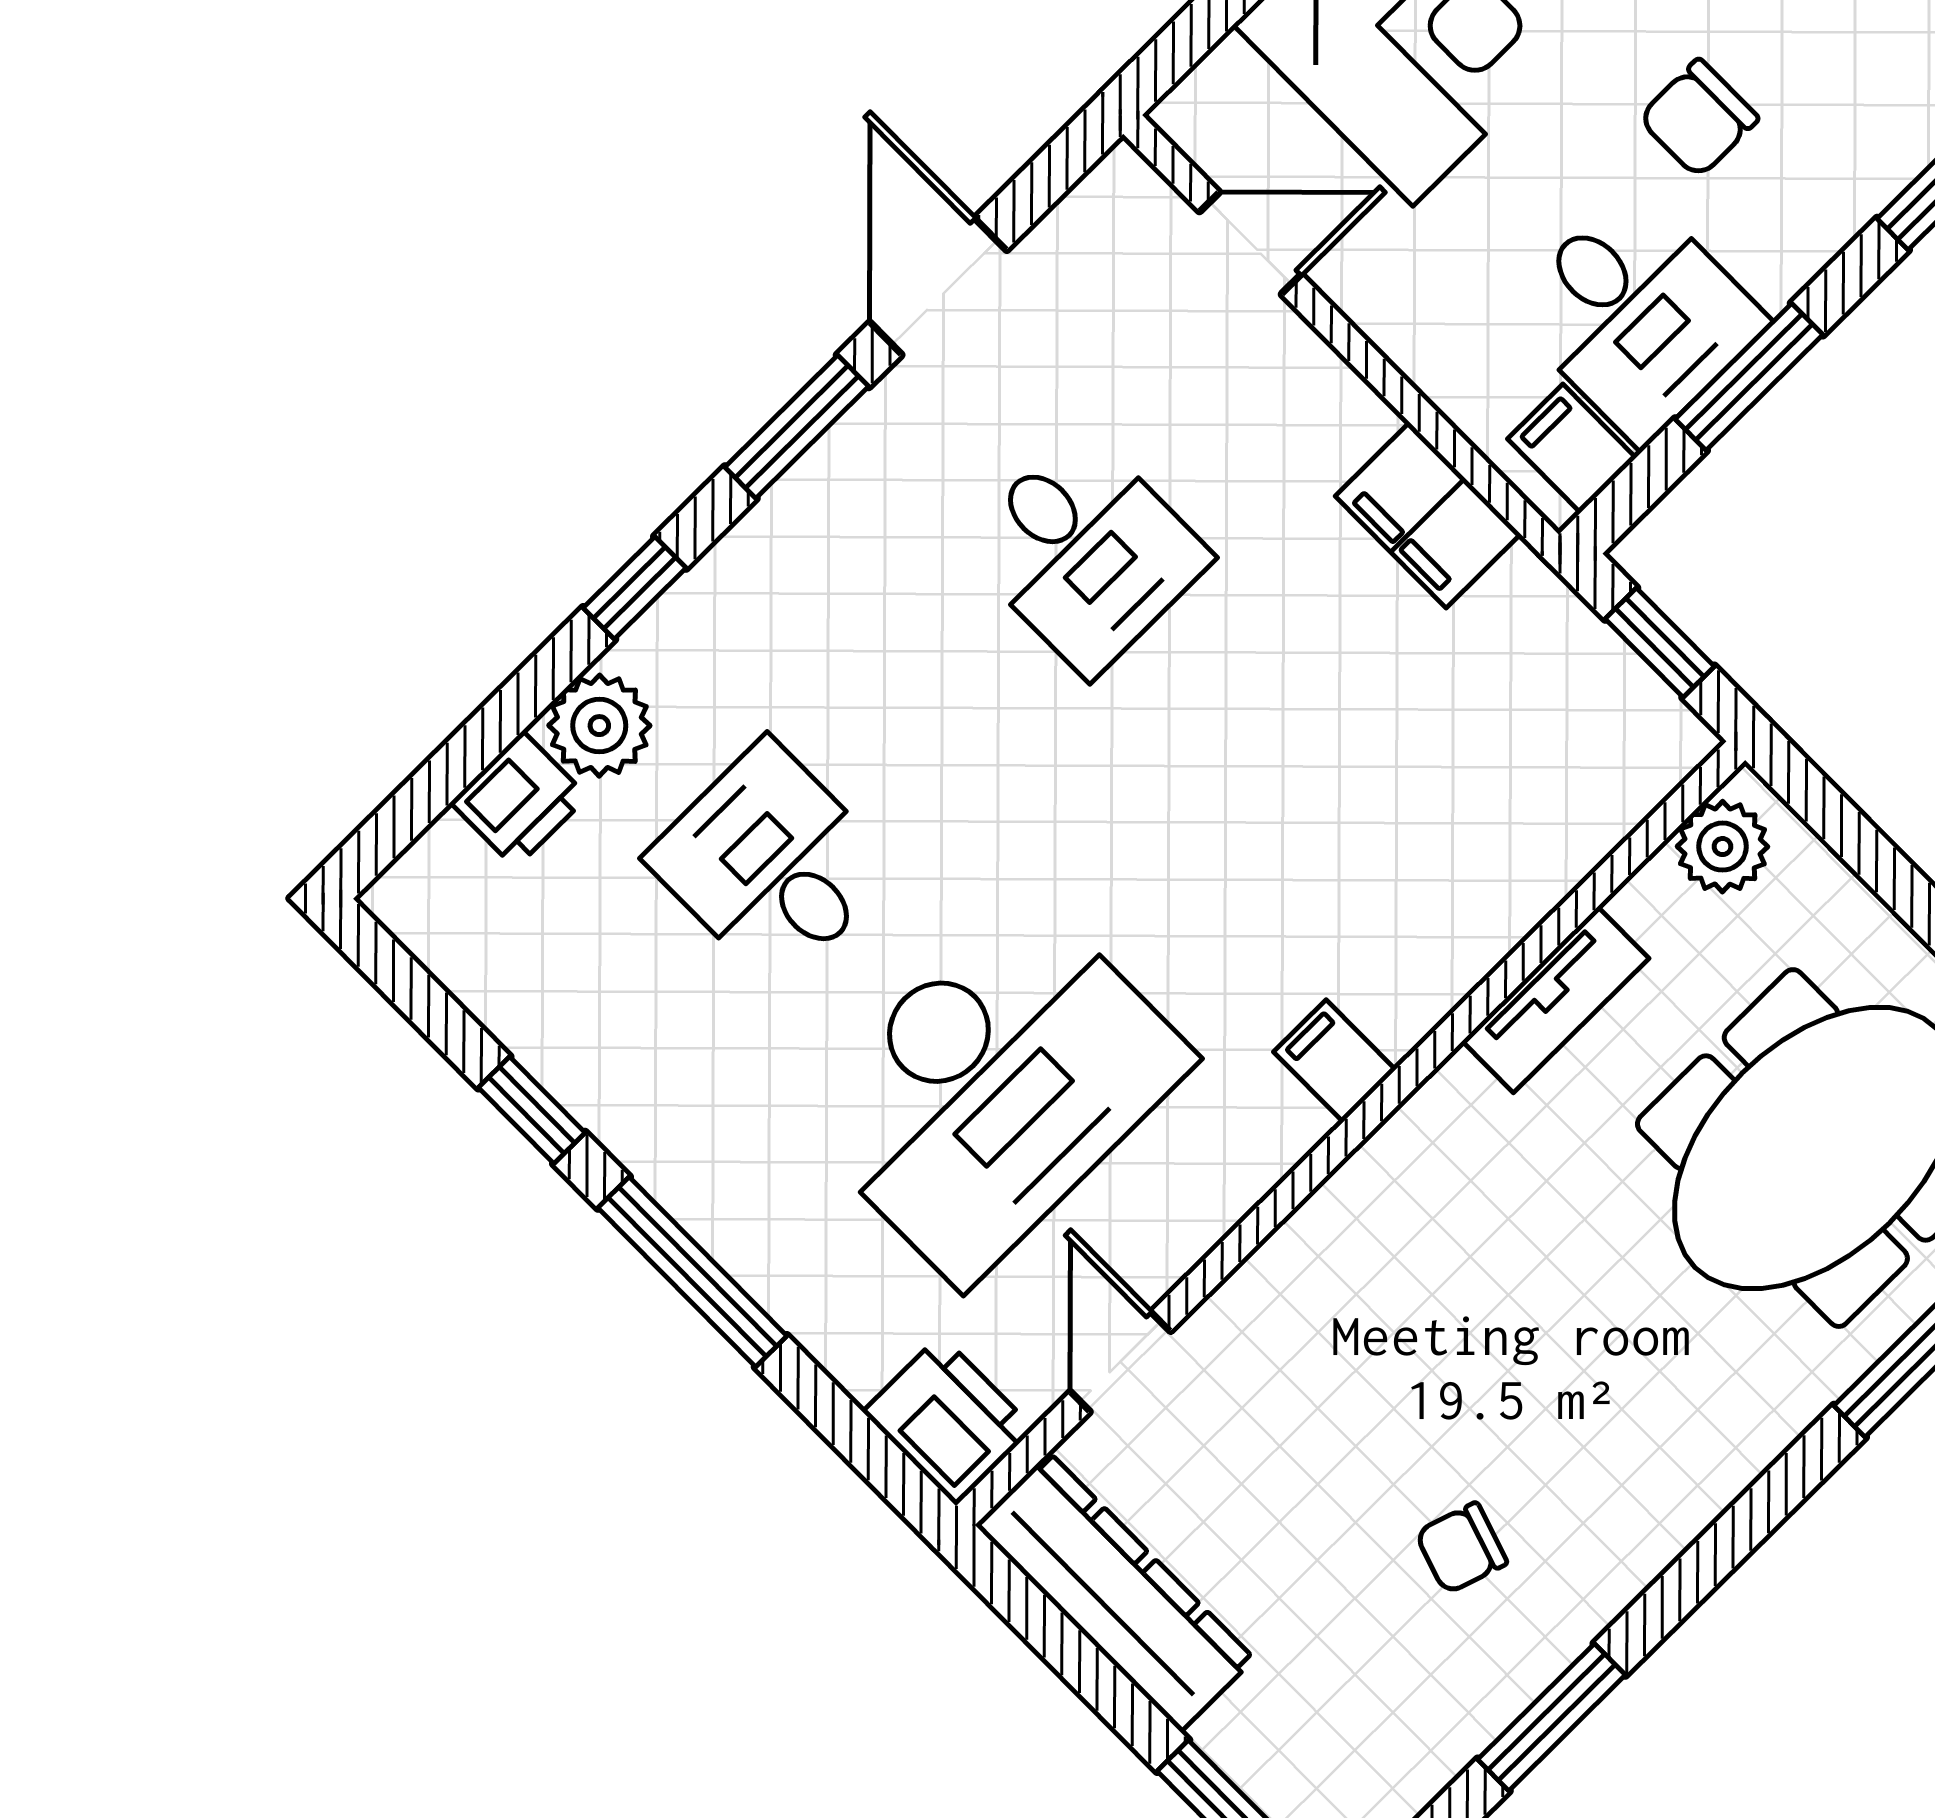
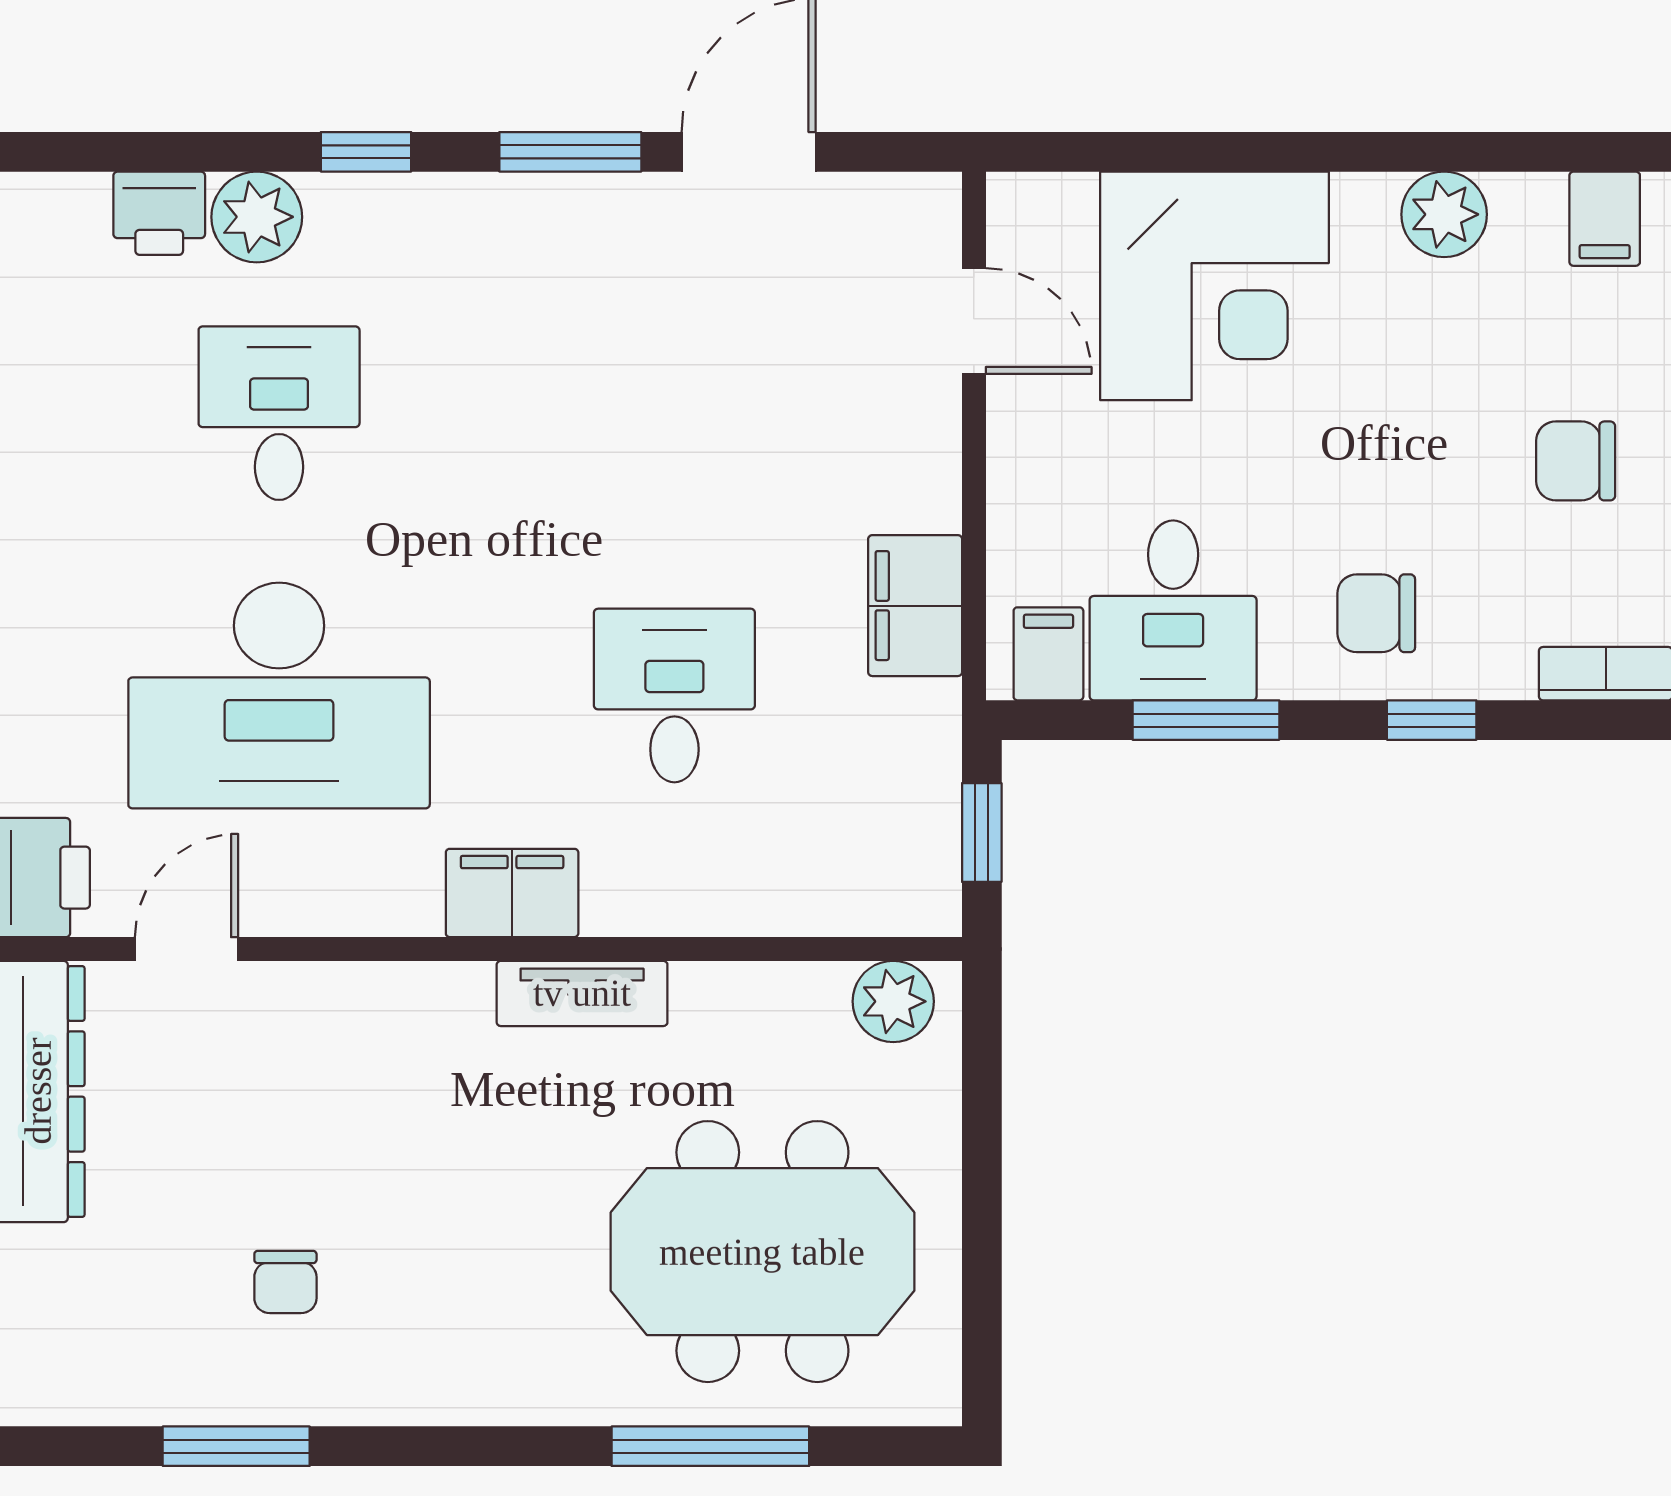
chair: (1699, 118) -> (1376, 613), moved
desk: (1085, 552) -> (674, 696), moved, turned 180
tv unit: (1556, 1000) -> (582, 993), moved
filing cabinet: (1335, 1061) -> (512, 893), width x2.00
chair: (1461, 1548) -> (285, 1282), turned -108

